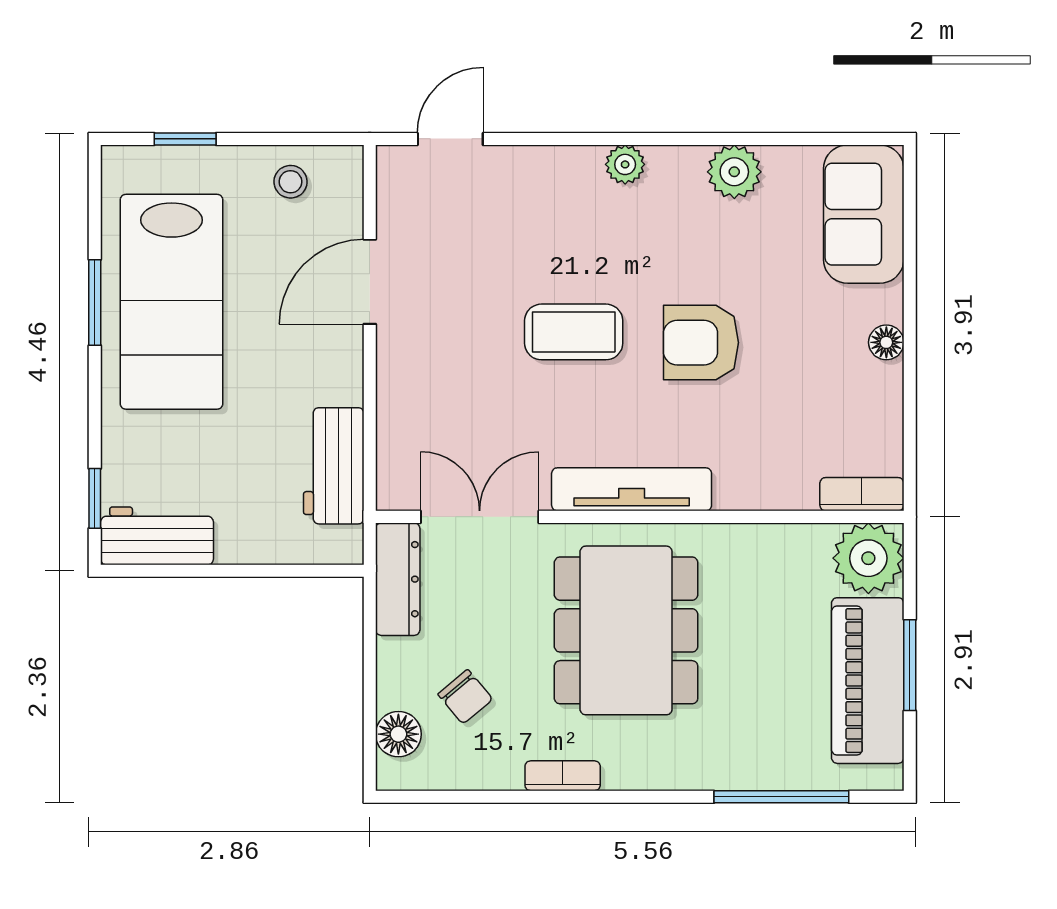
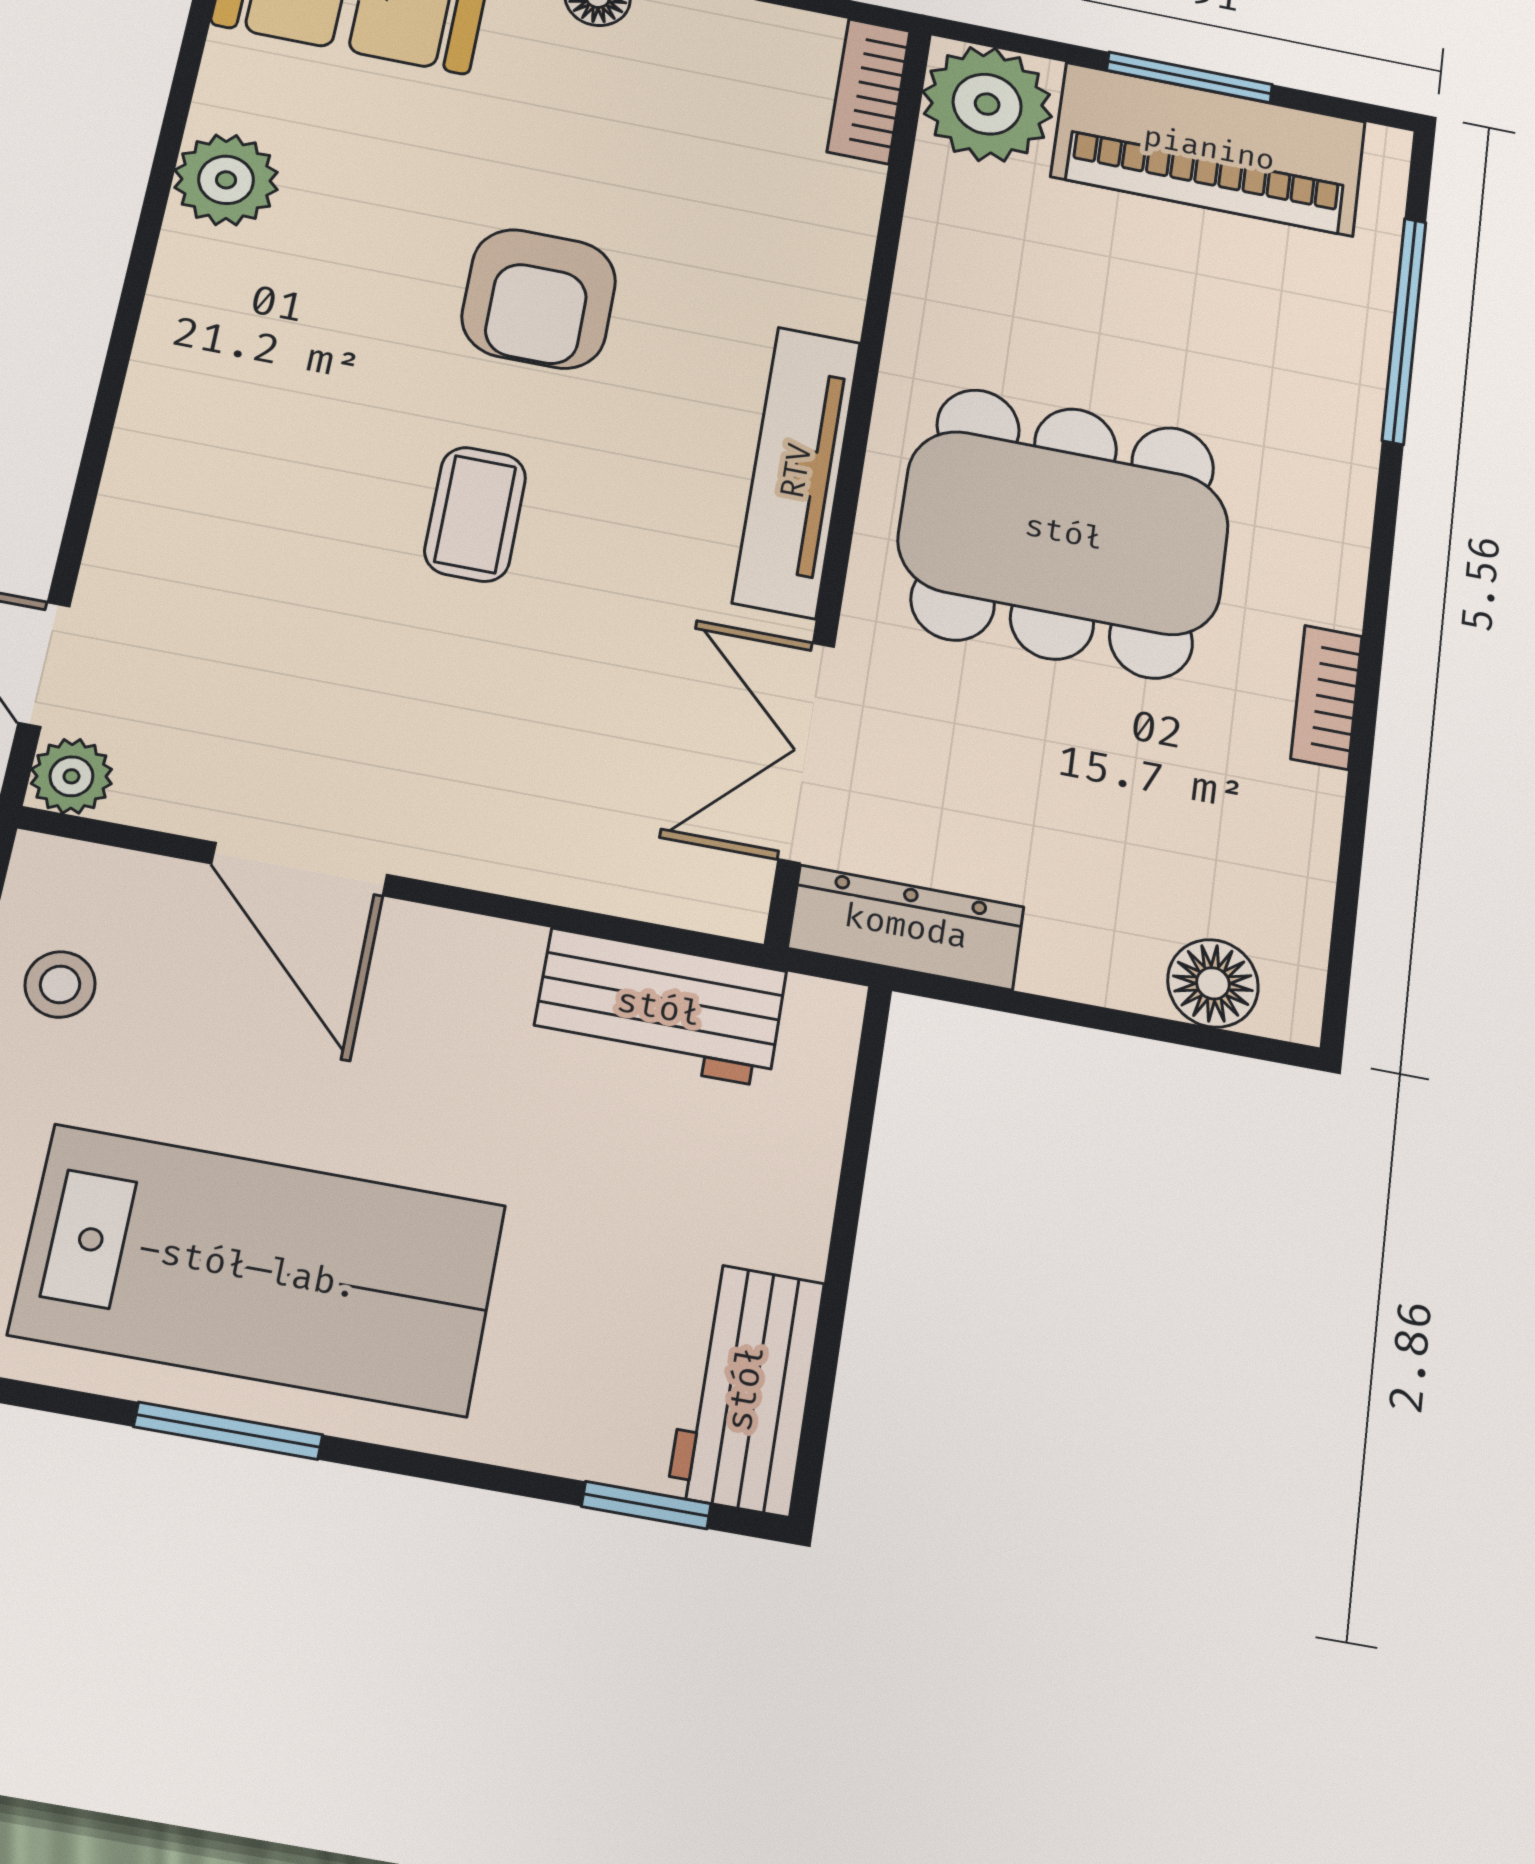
plant: (625, 164) -> (71, 776), moved
coffee table: (574, 332) -> (475, 514), width x0.73, depth x0.77
chair: (465, 697) -> (1154, 845), removed

